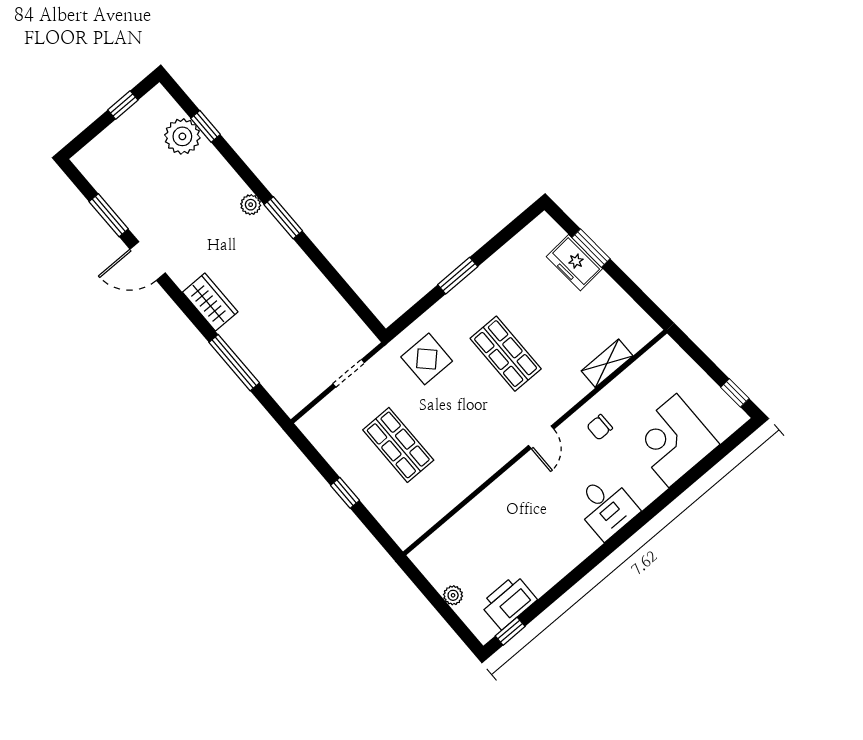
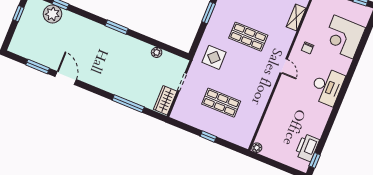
plant: (251, 205) -> (157, 52), moved
door: (148, 261) -> (66, 78), swing flipped
wardrobe: (210, 302) -> (165, 100), moved, turned -90
desk: (606, 507) -> (327, 86), width x1.37
plant: (453, 595) -> (257, 148), moved

